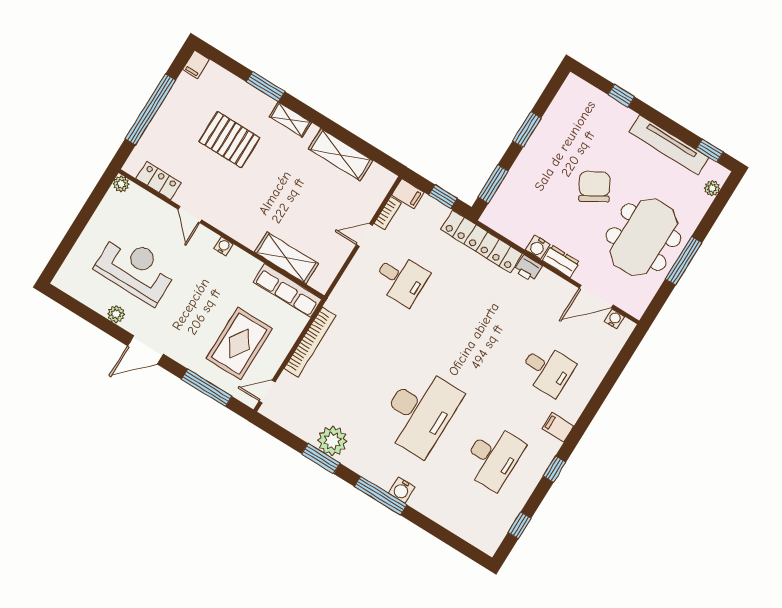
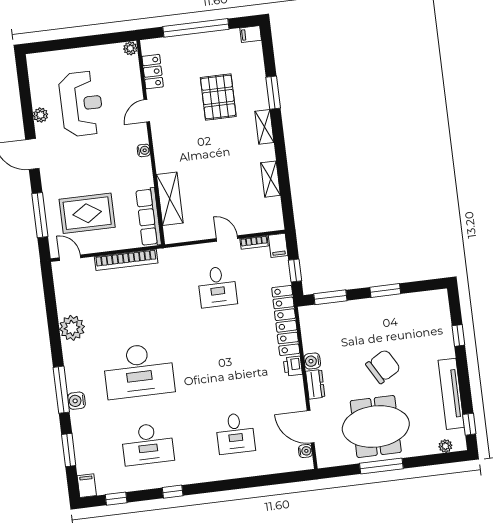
shelving: (340, 155) -> (271, 179), width x0.67, depth x0.75
filing cabinet: (558, 427) -> (87, 486), moved
window: (321, 459) -> (69, 450), moved

